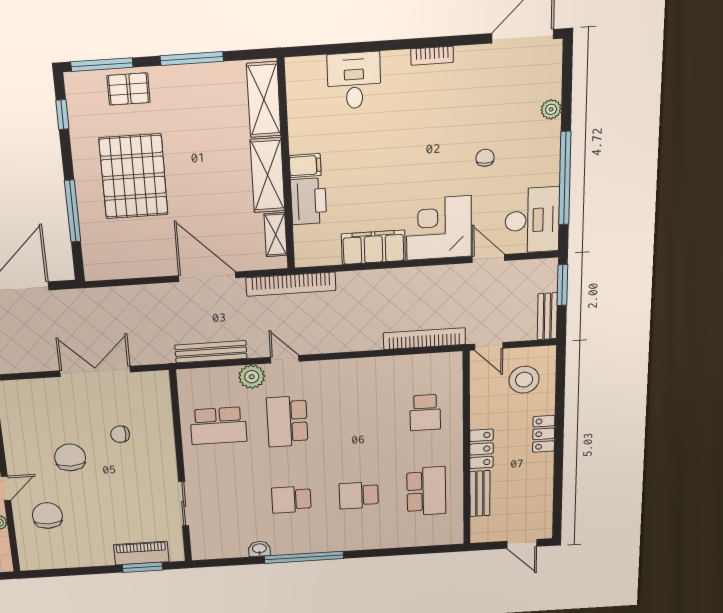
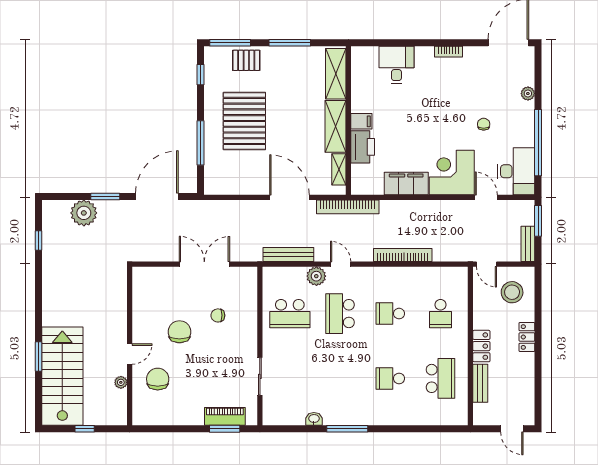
bookcase: (424, 339) -> (403, 255), moved
school desk: (291, 500) -> (390, 314), moved
window: (304, 557) -> (347, 429), width x0.68

